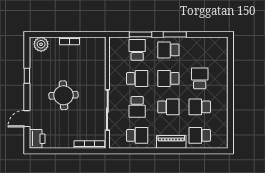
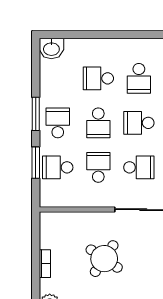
washbasin: (221, 45) -> (51, 49), added
school desk: (168, 50) -> (58, 123), turned 180
round table: (63, 95) -> (104, 259), moved, turned 37
school desk: (168, 107) -> (139, 123), turned -90

